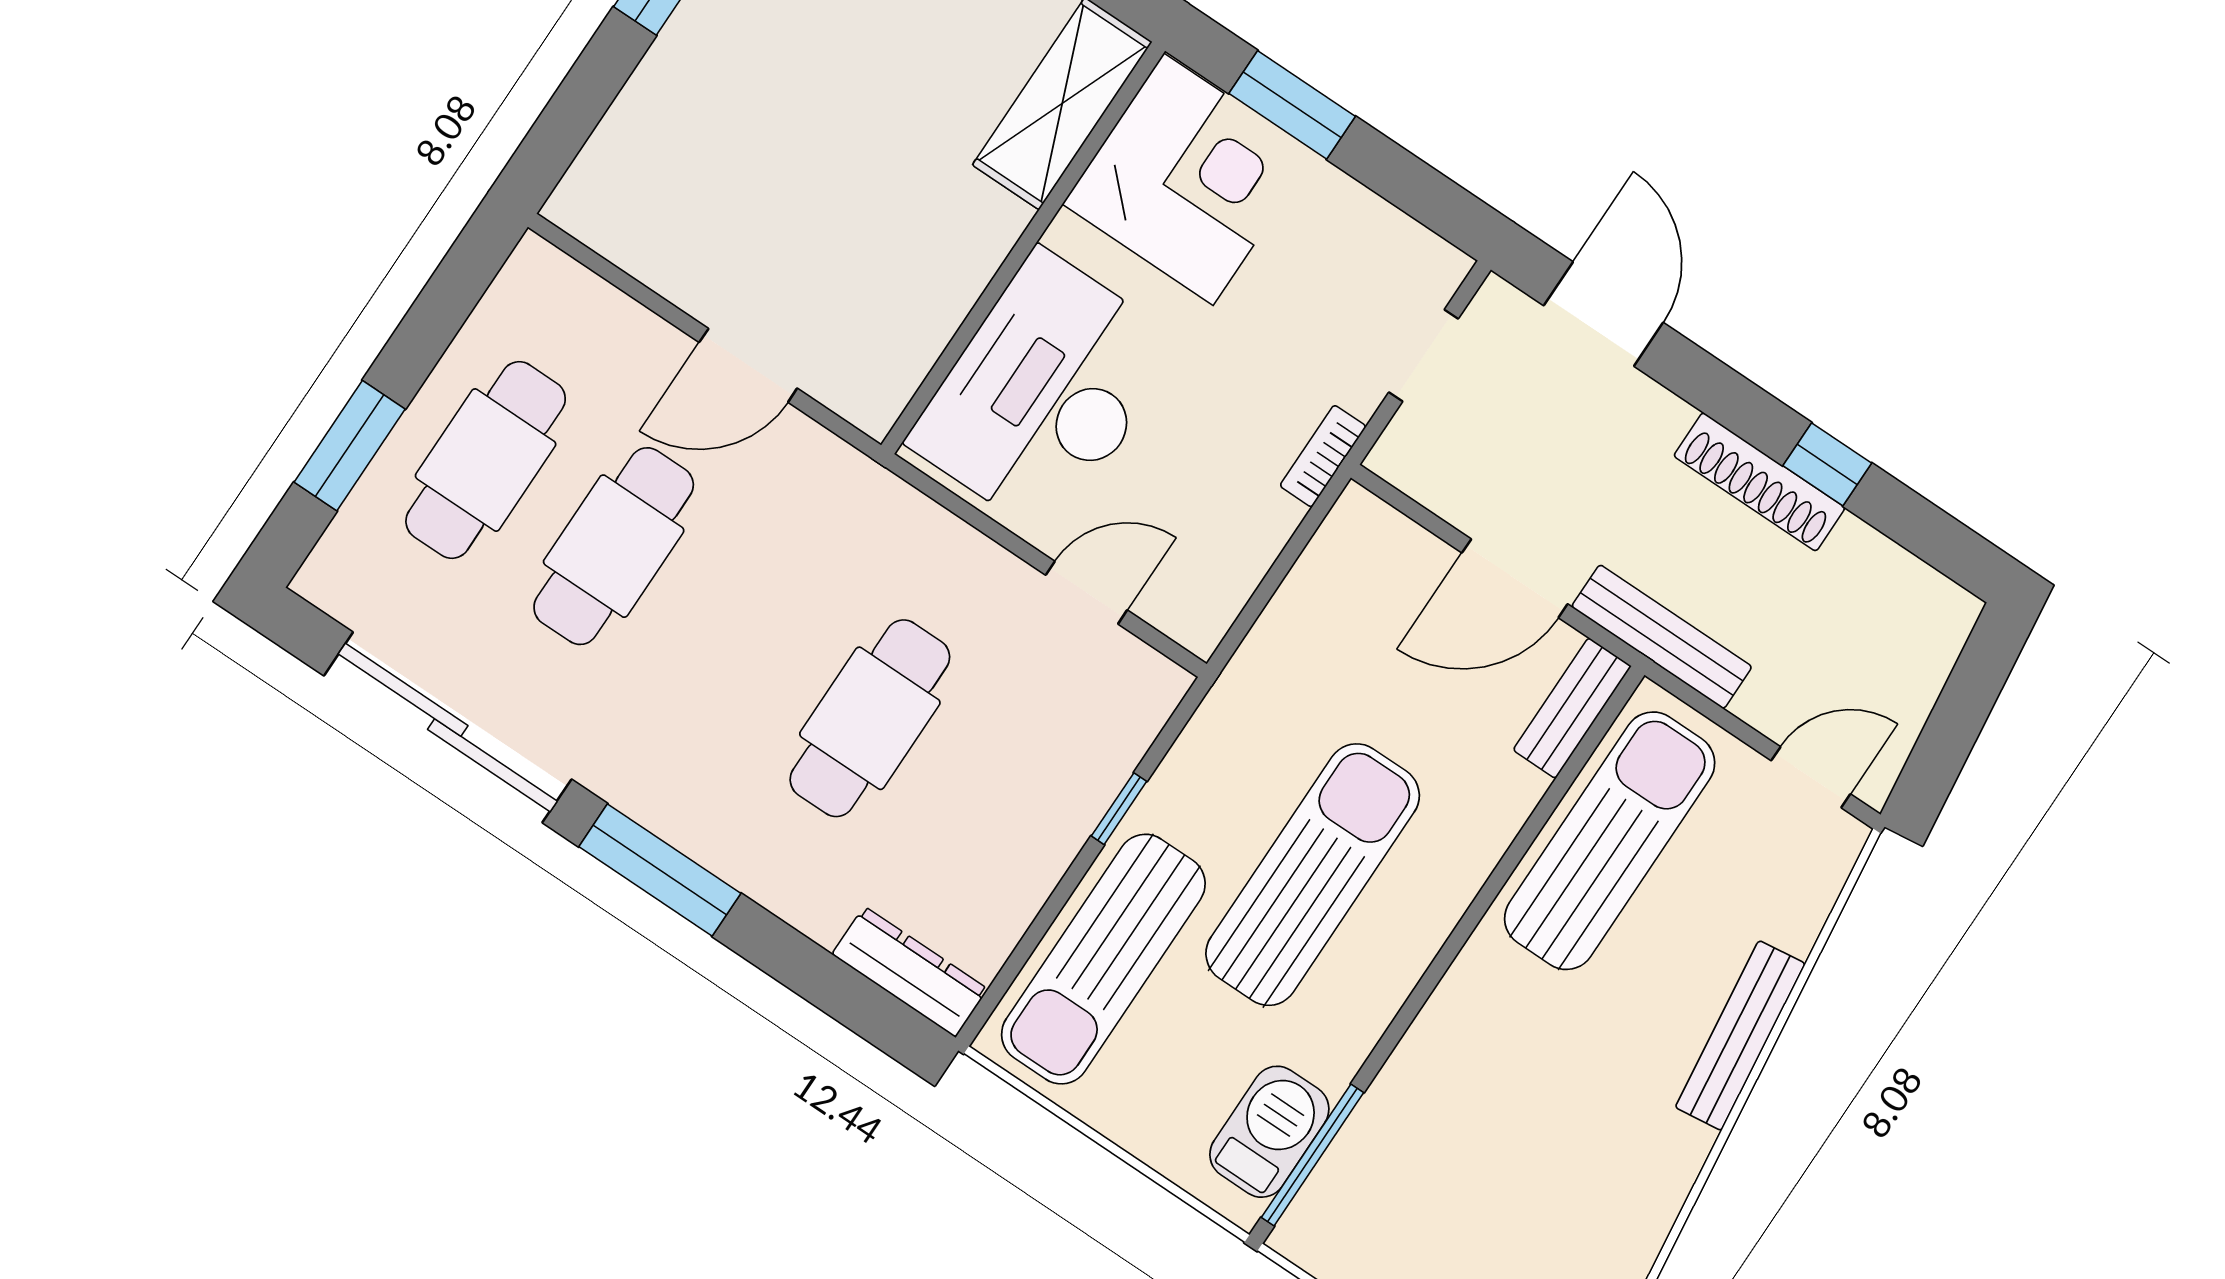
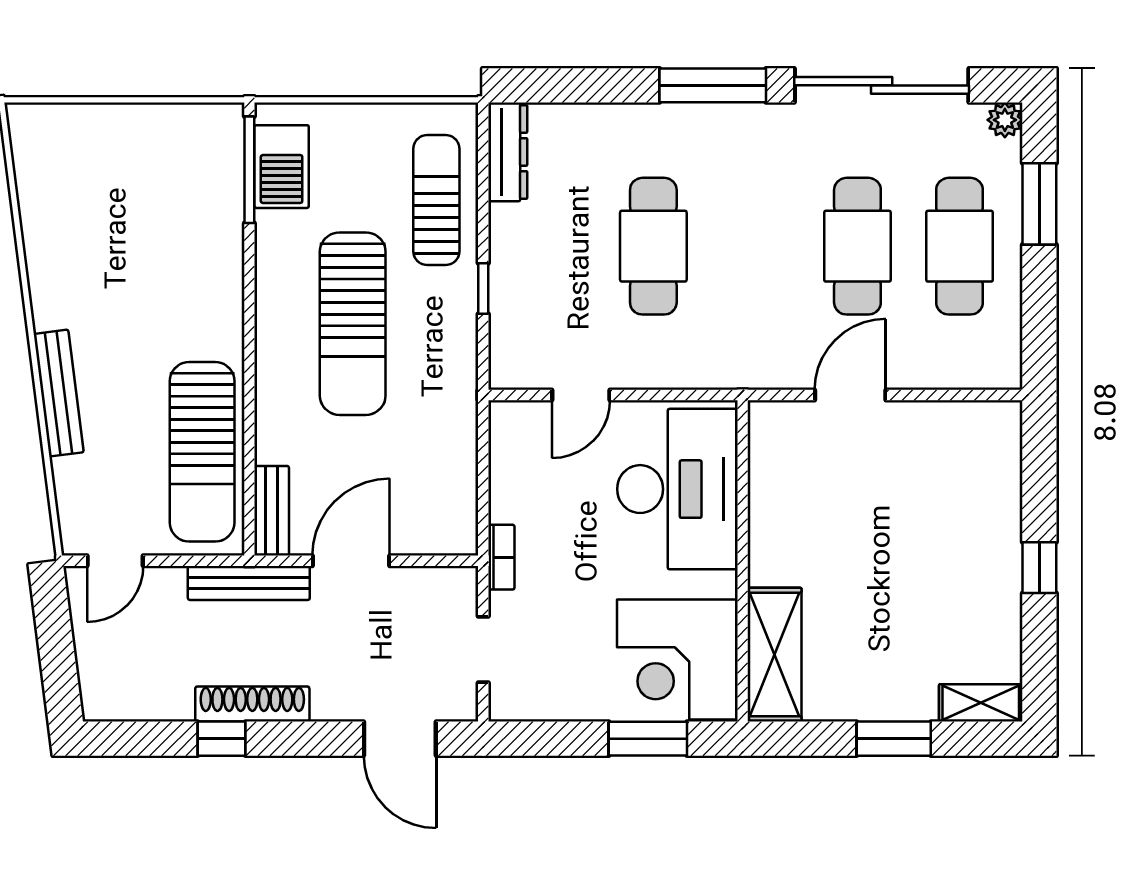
plant: (322, 580) -> (1005, 120), added
sun lounger: (1103, 959) -> (436, 200), width x0.73, depth x0.75
dresser: (910, 972) -> (508, 152), moved, turned -90

